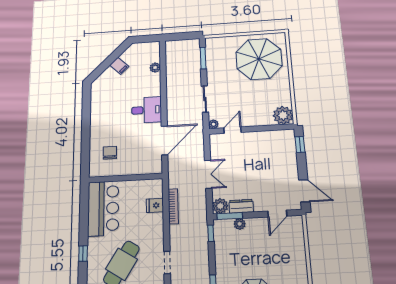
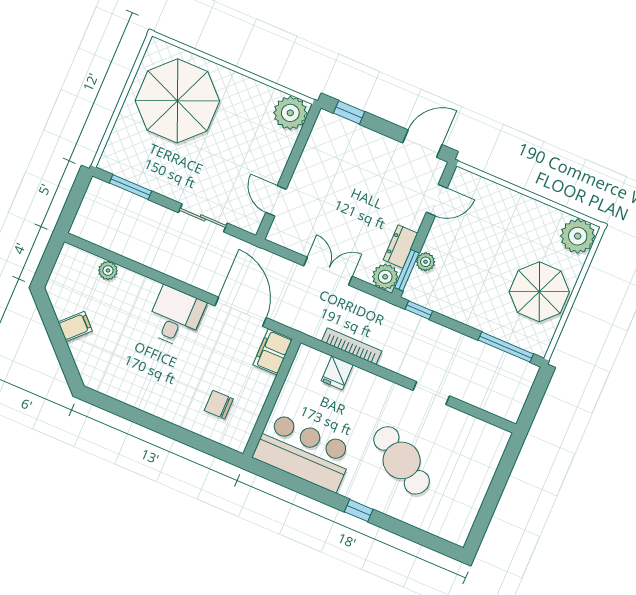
plant: (213, 124) -> (252, 225), removed
filing cabinet: (151, 166) -> (273, 352), added
door: (277, 214) -> (437, 200), hinge flipped

